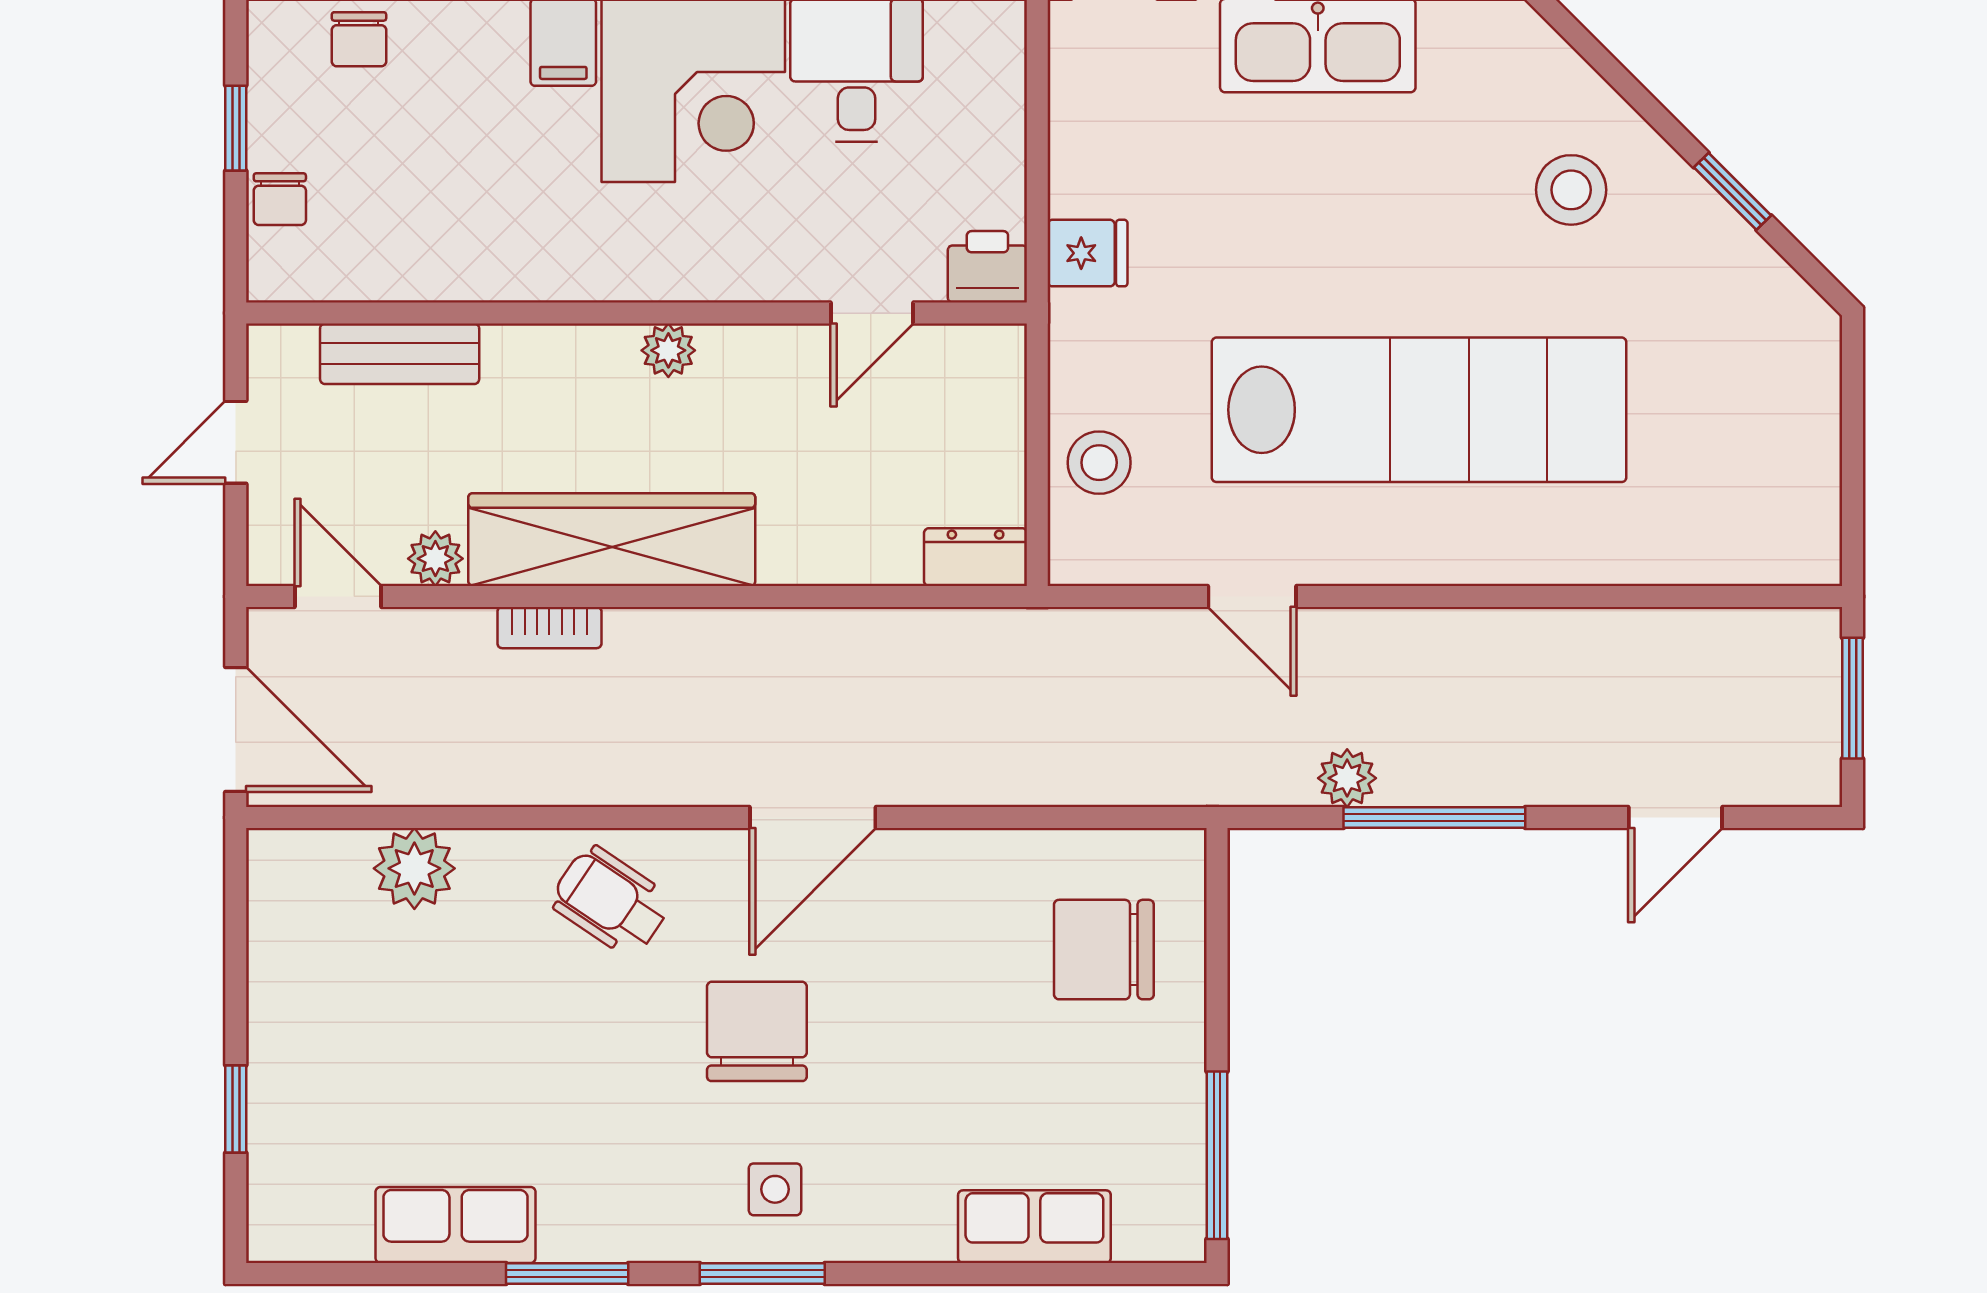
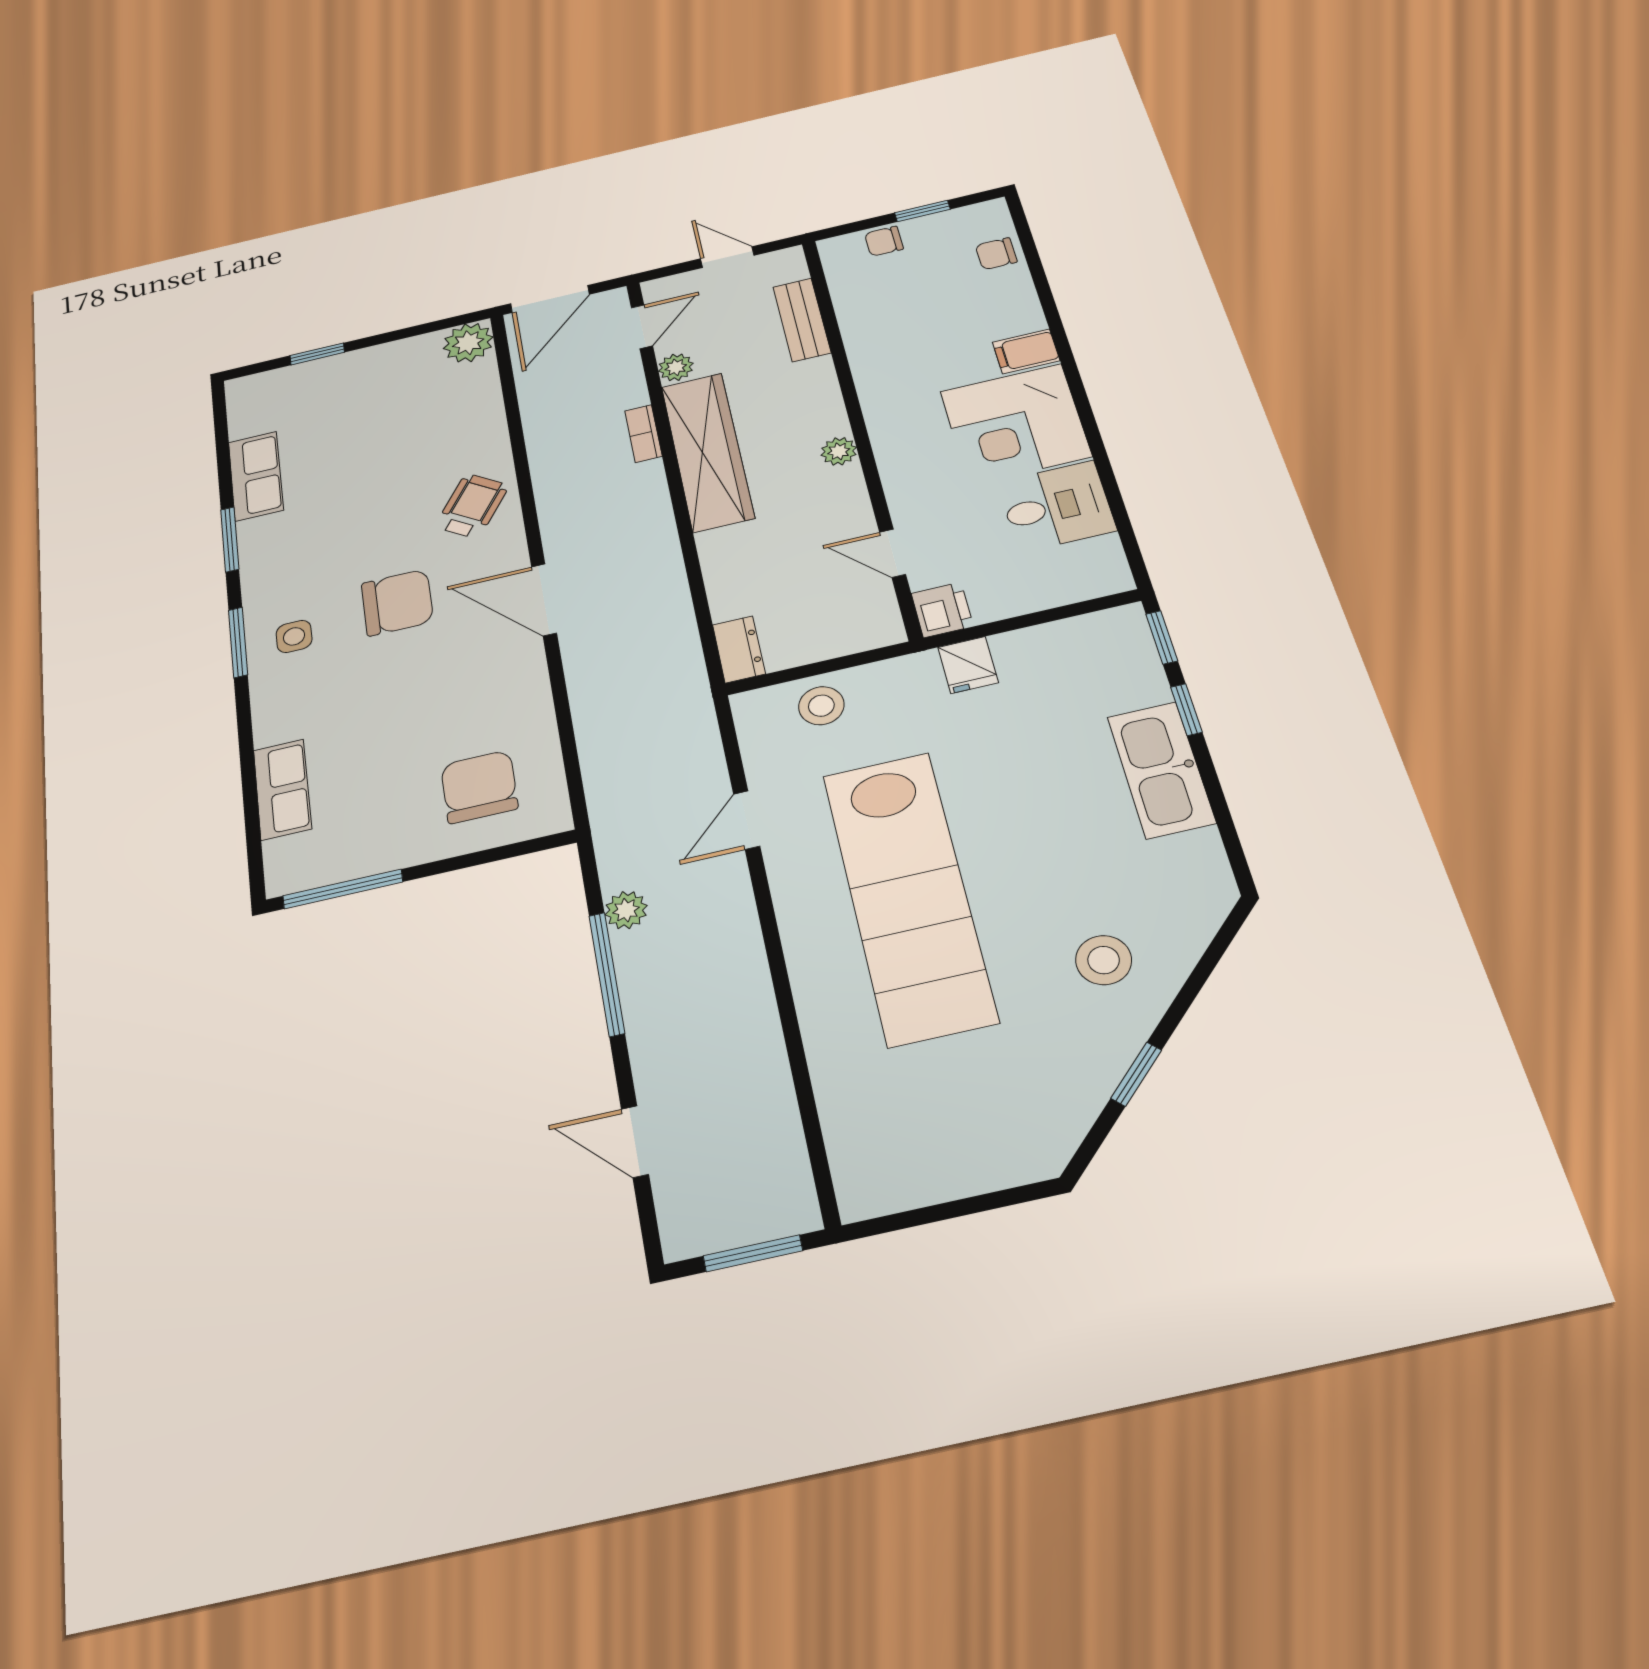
plant: (414, 868) -> (468, 343), moved

